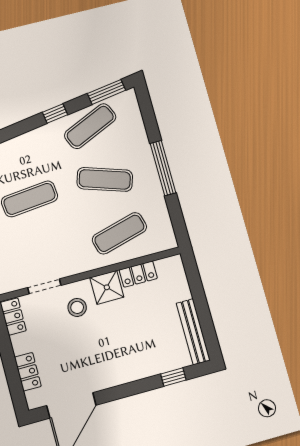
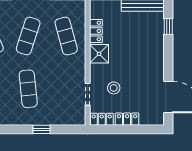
stool: (77, 307) -> (114, 88), moved
locker: (28, 372) -> (127, 119), moved

